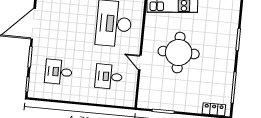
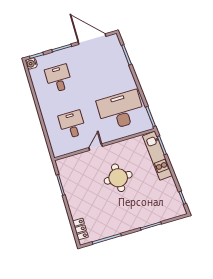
round table: (179, 53) -> (118, 178), width x0.73, depth x0.73
water cooler: (33, 92) -> (31, 63), added

